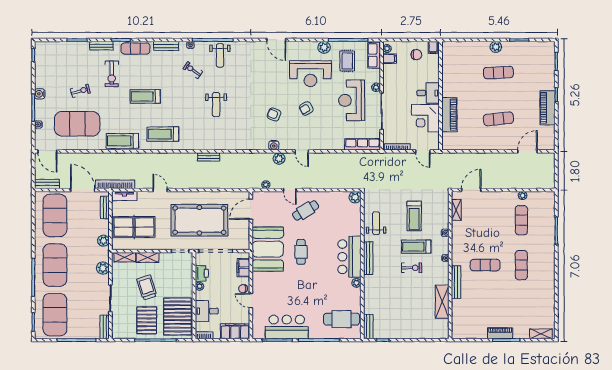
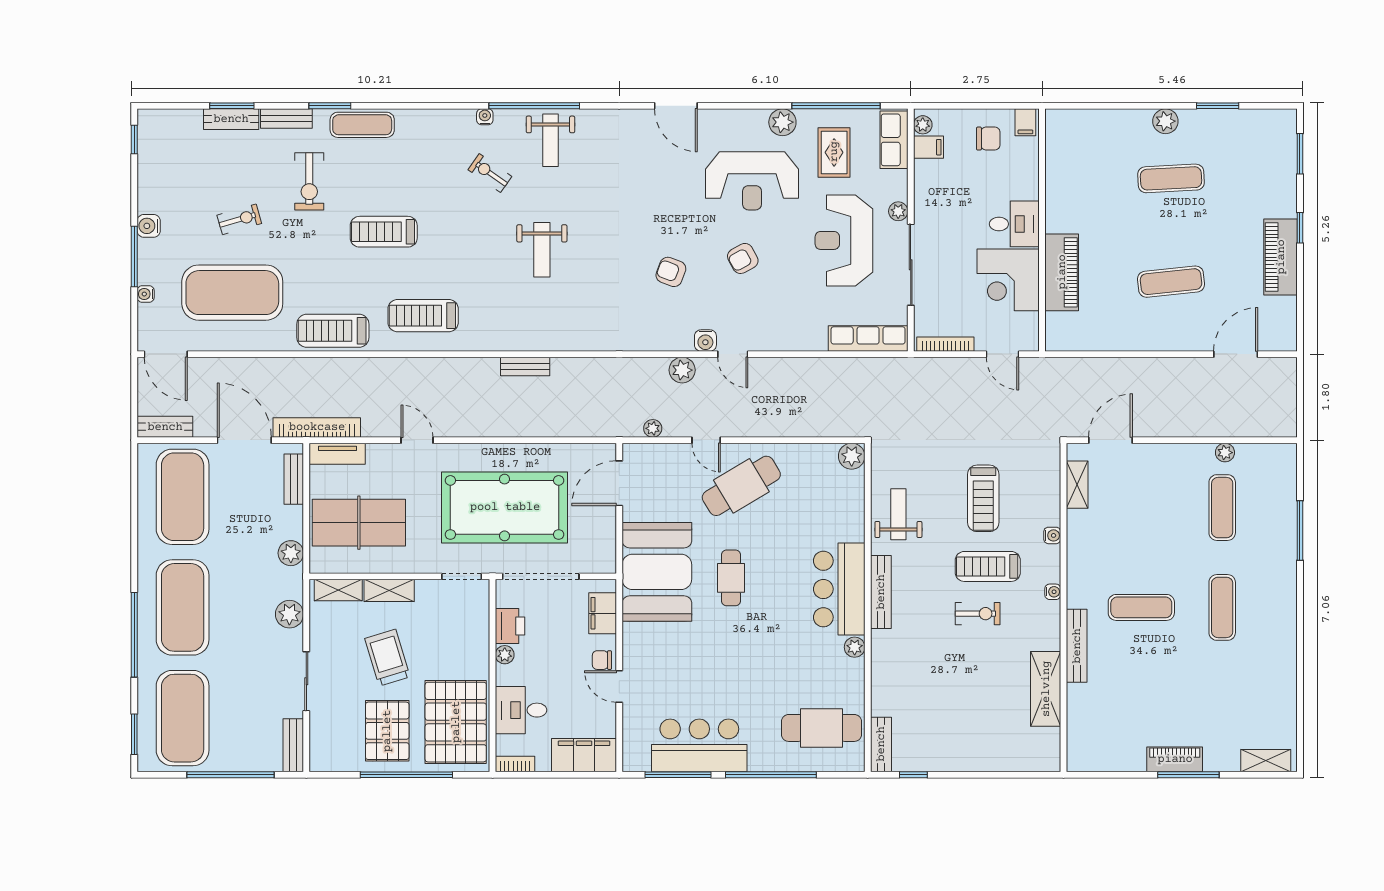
bench: (166, 46) -> (231, 119), moved
water cooler: (274, 145) -> (705, 341), moved
cafe table: (306, 210) -> (741, 486), width x1.37, depth x1.35

